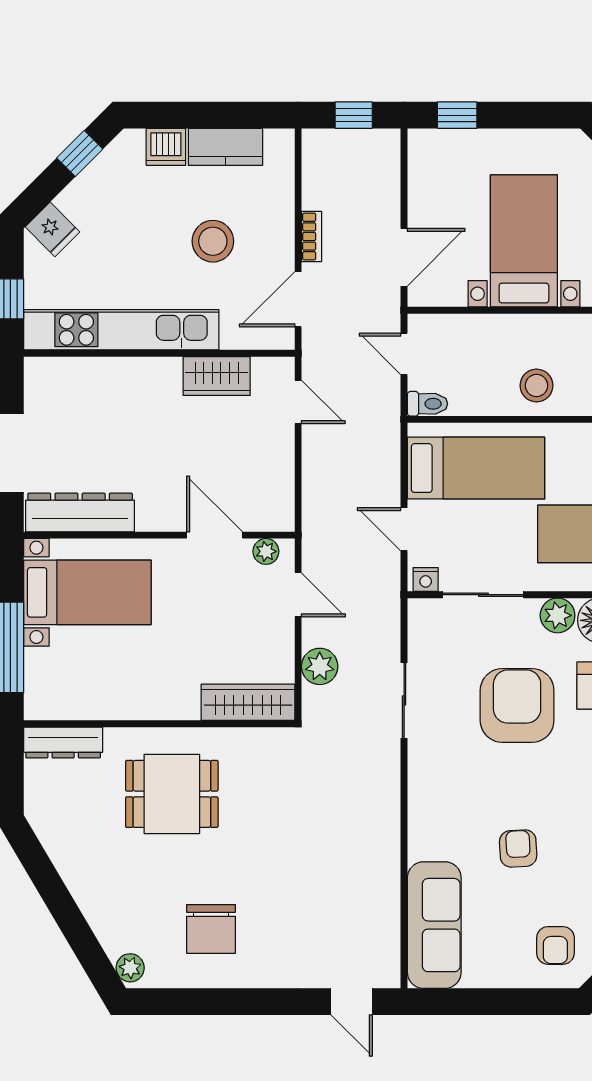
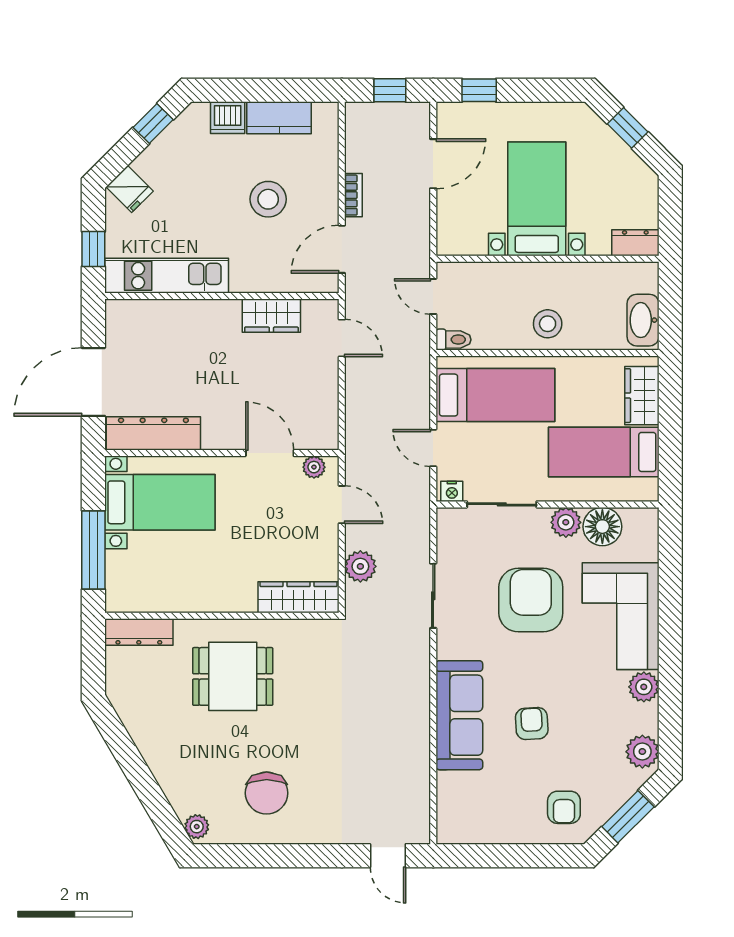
door: (404, 257) -> (433, 164), moved
kitchen unit: (121, 330) -> (167, 276), width x0.73
sofa: (434, 925) -> (459, 715), moved

